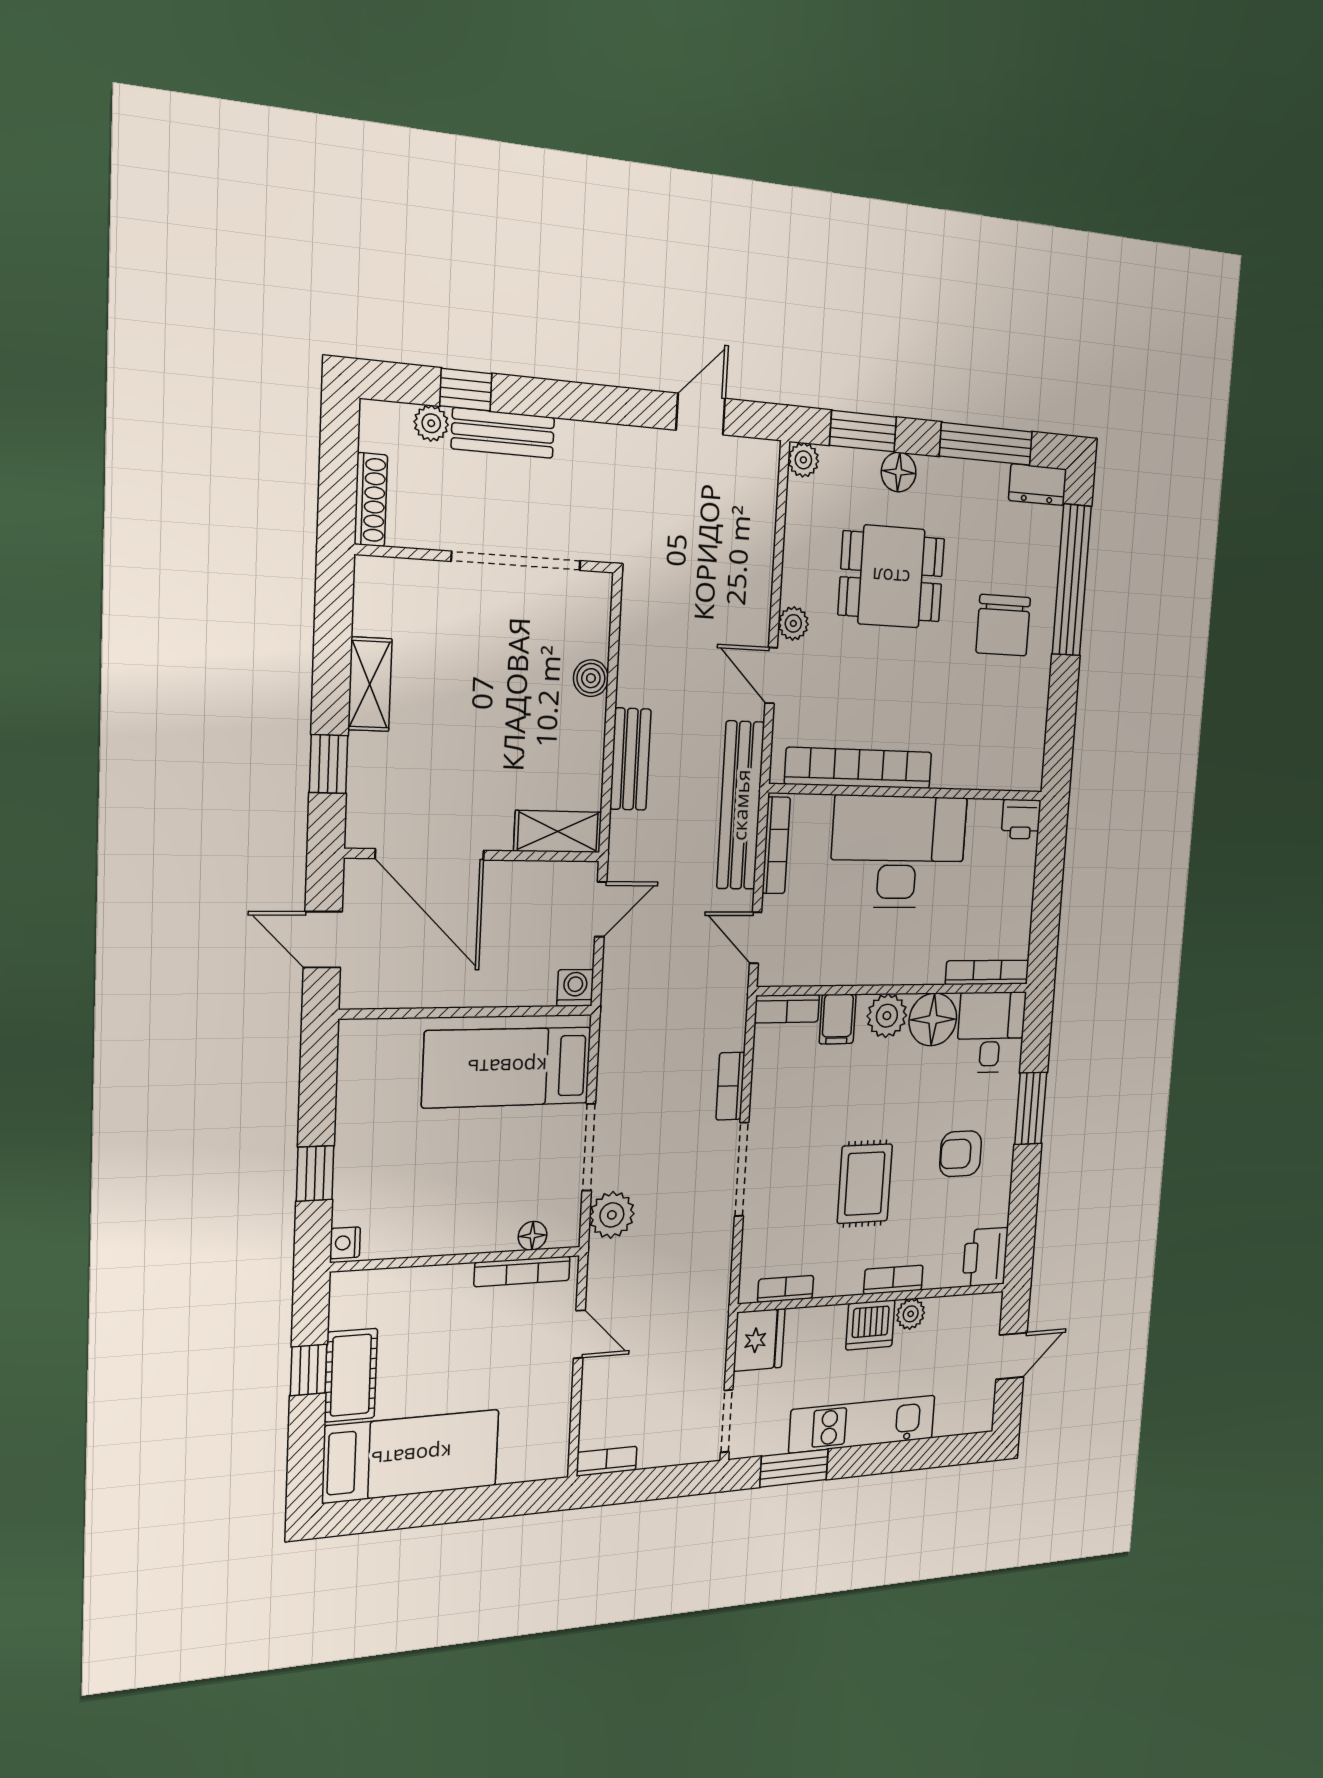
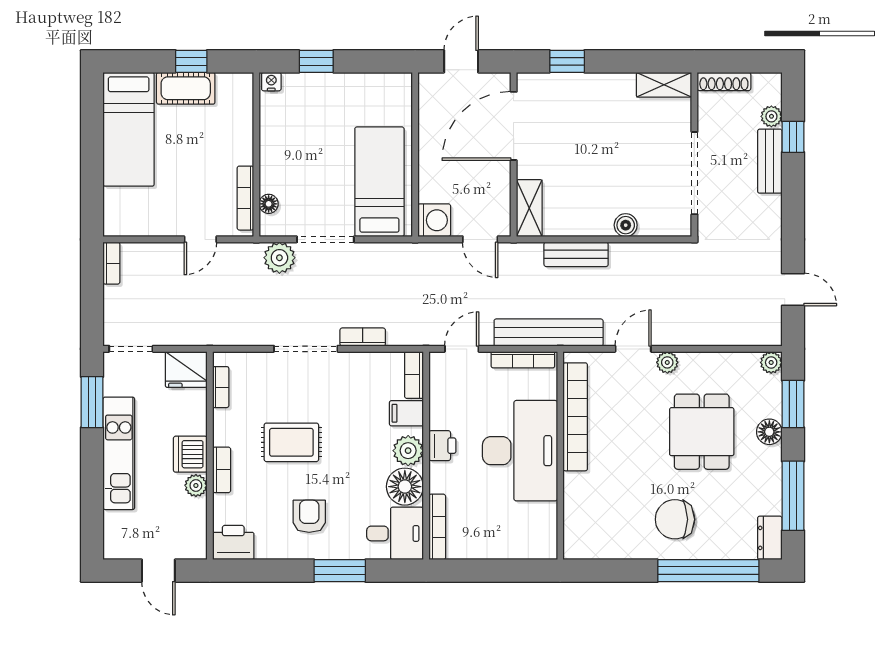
shelving: (370, 684) -> (664, 85), moved
printer: (1021, 819) -> (442, 446), moved, turned 180
washing machine: (575, 988) -> (434, 220), width x1.38, depth x1.38

